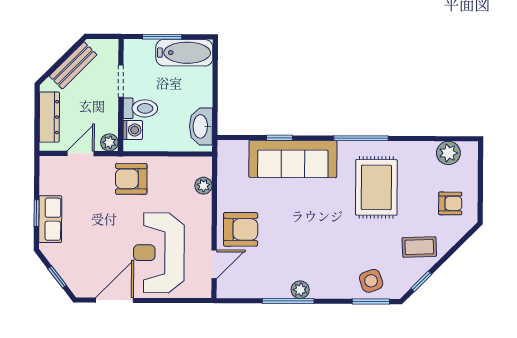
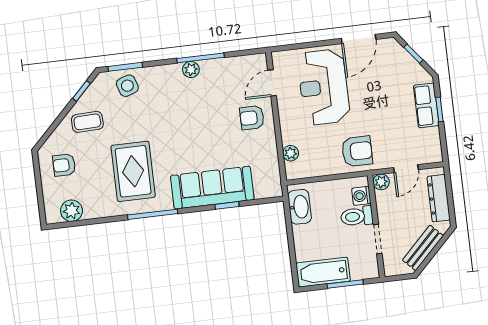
armchair: (241, 229) -> (252, 118), width x0.72, depth x0.72
reception desk: (159, 253) -> (324, 87), turned 180

